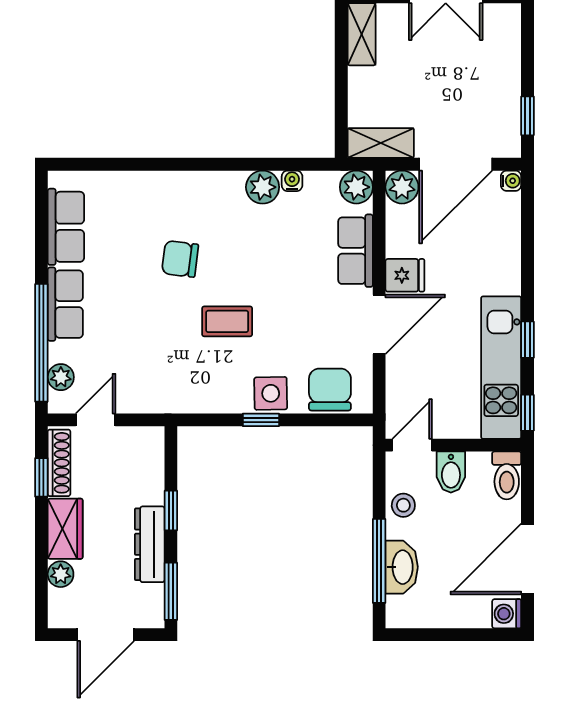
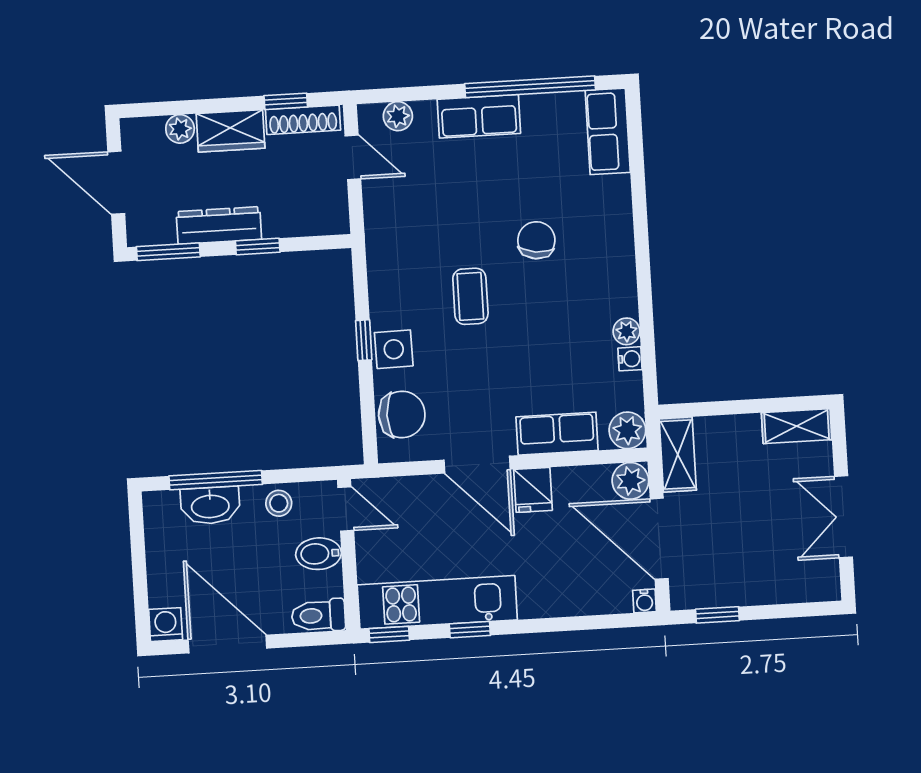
plant: (263, 187) -> (626, 331), width x0.73, depth x0.73
row of seats: (66, 227) -> (608, 131), moved, turned 90
window: (41, 343) -> (530, 87), moved

